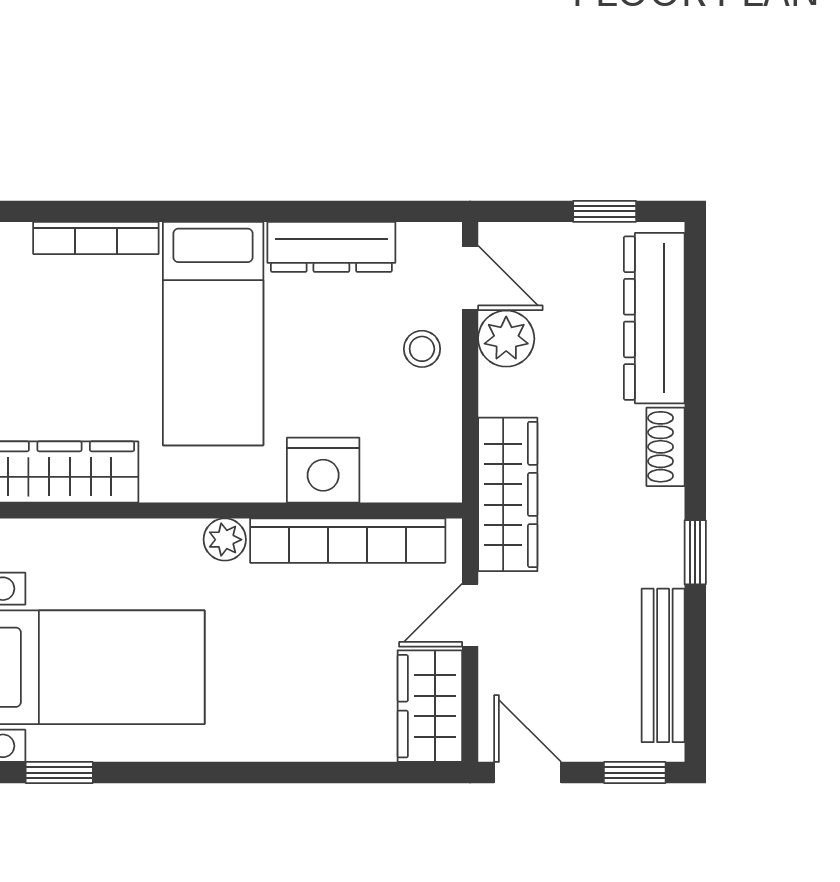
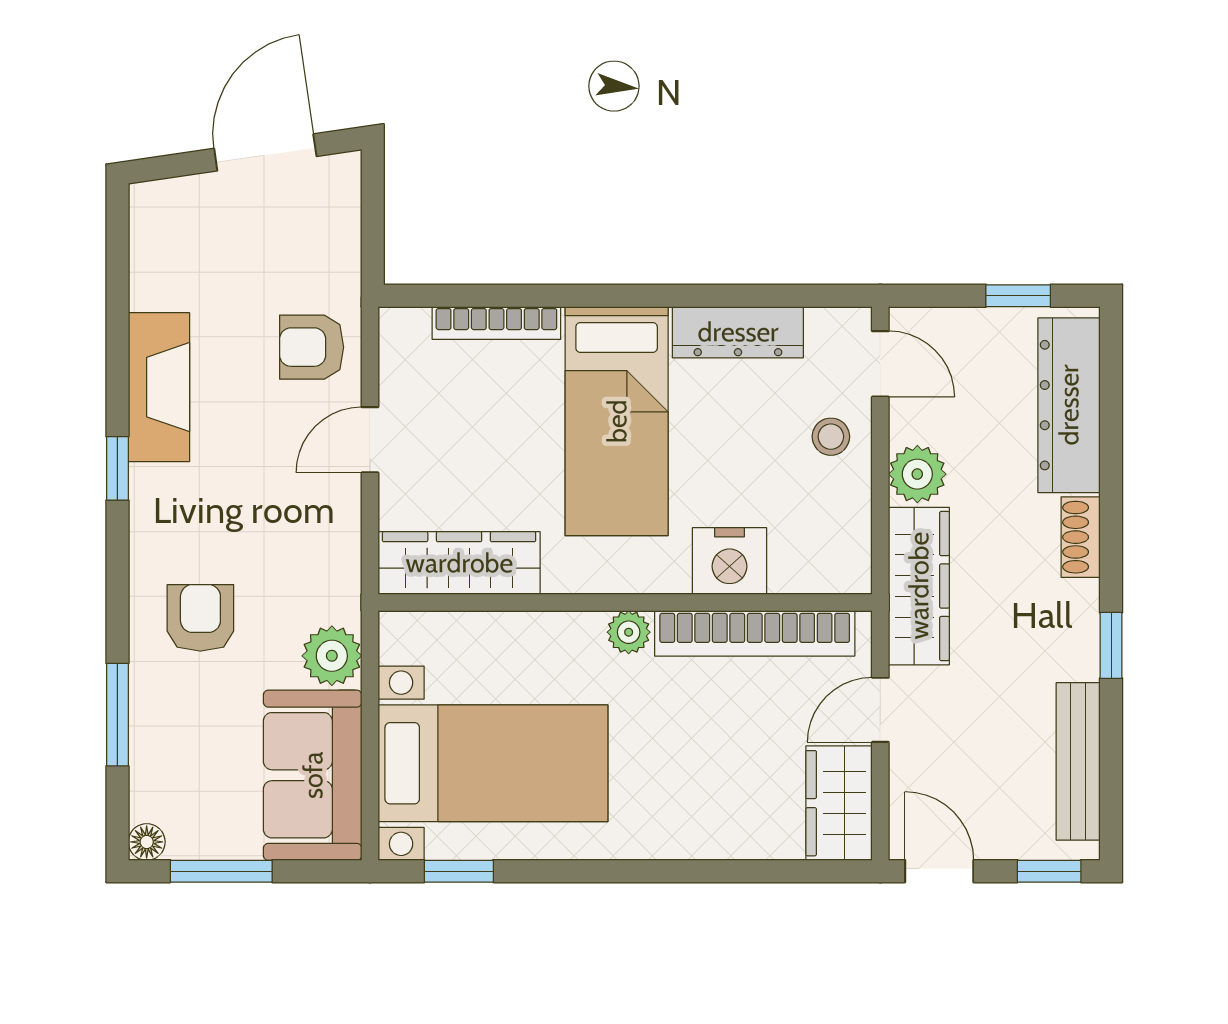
plant: (506, 339) -> (917, 474), moved

